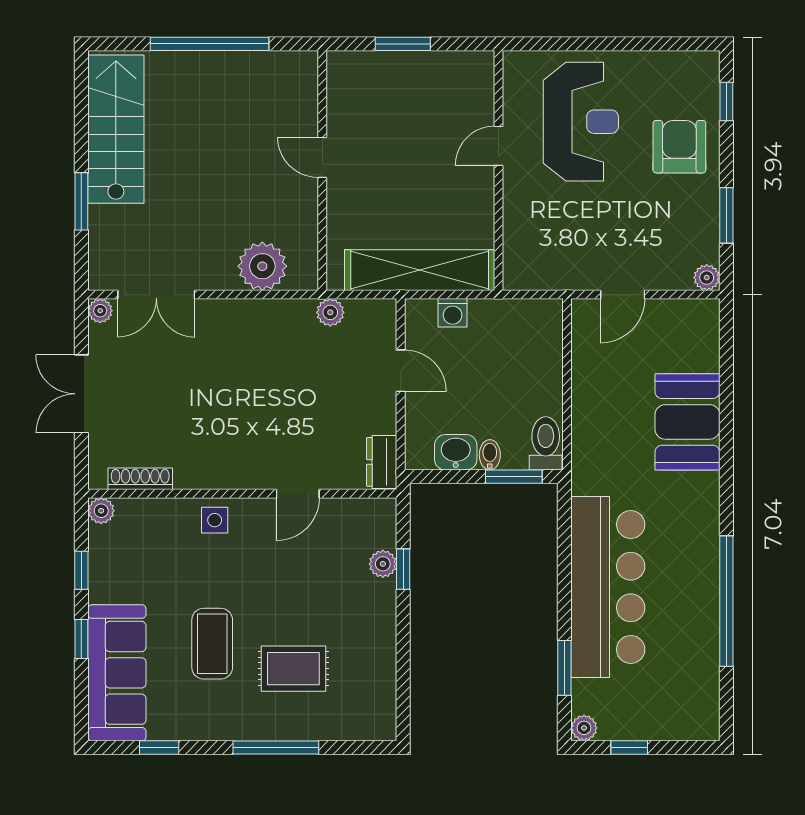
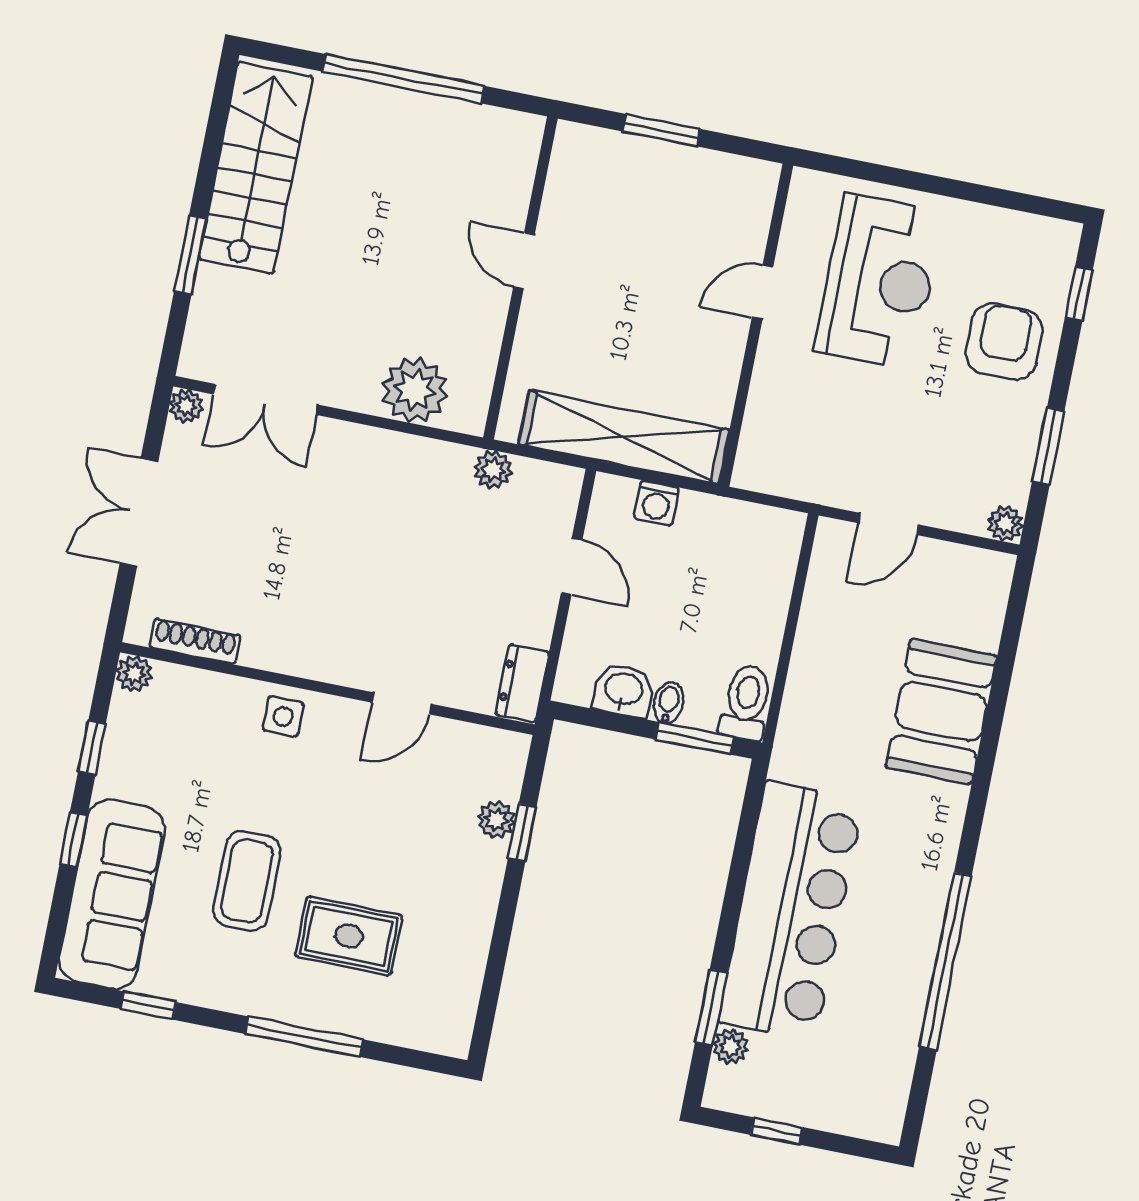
plant: (584, 728) -> (731, 1046), moved

